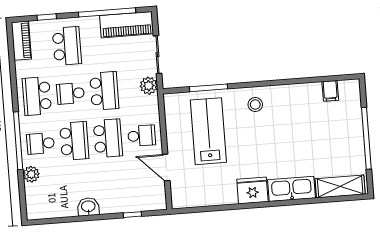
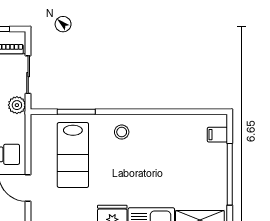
filing cabinet: (330, 91) -> (217, 135), moved, turned 90
lab bench: (208, 131) -> (73, 155), turned 180

